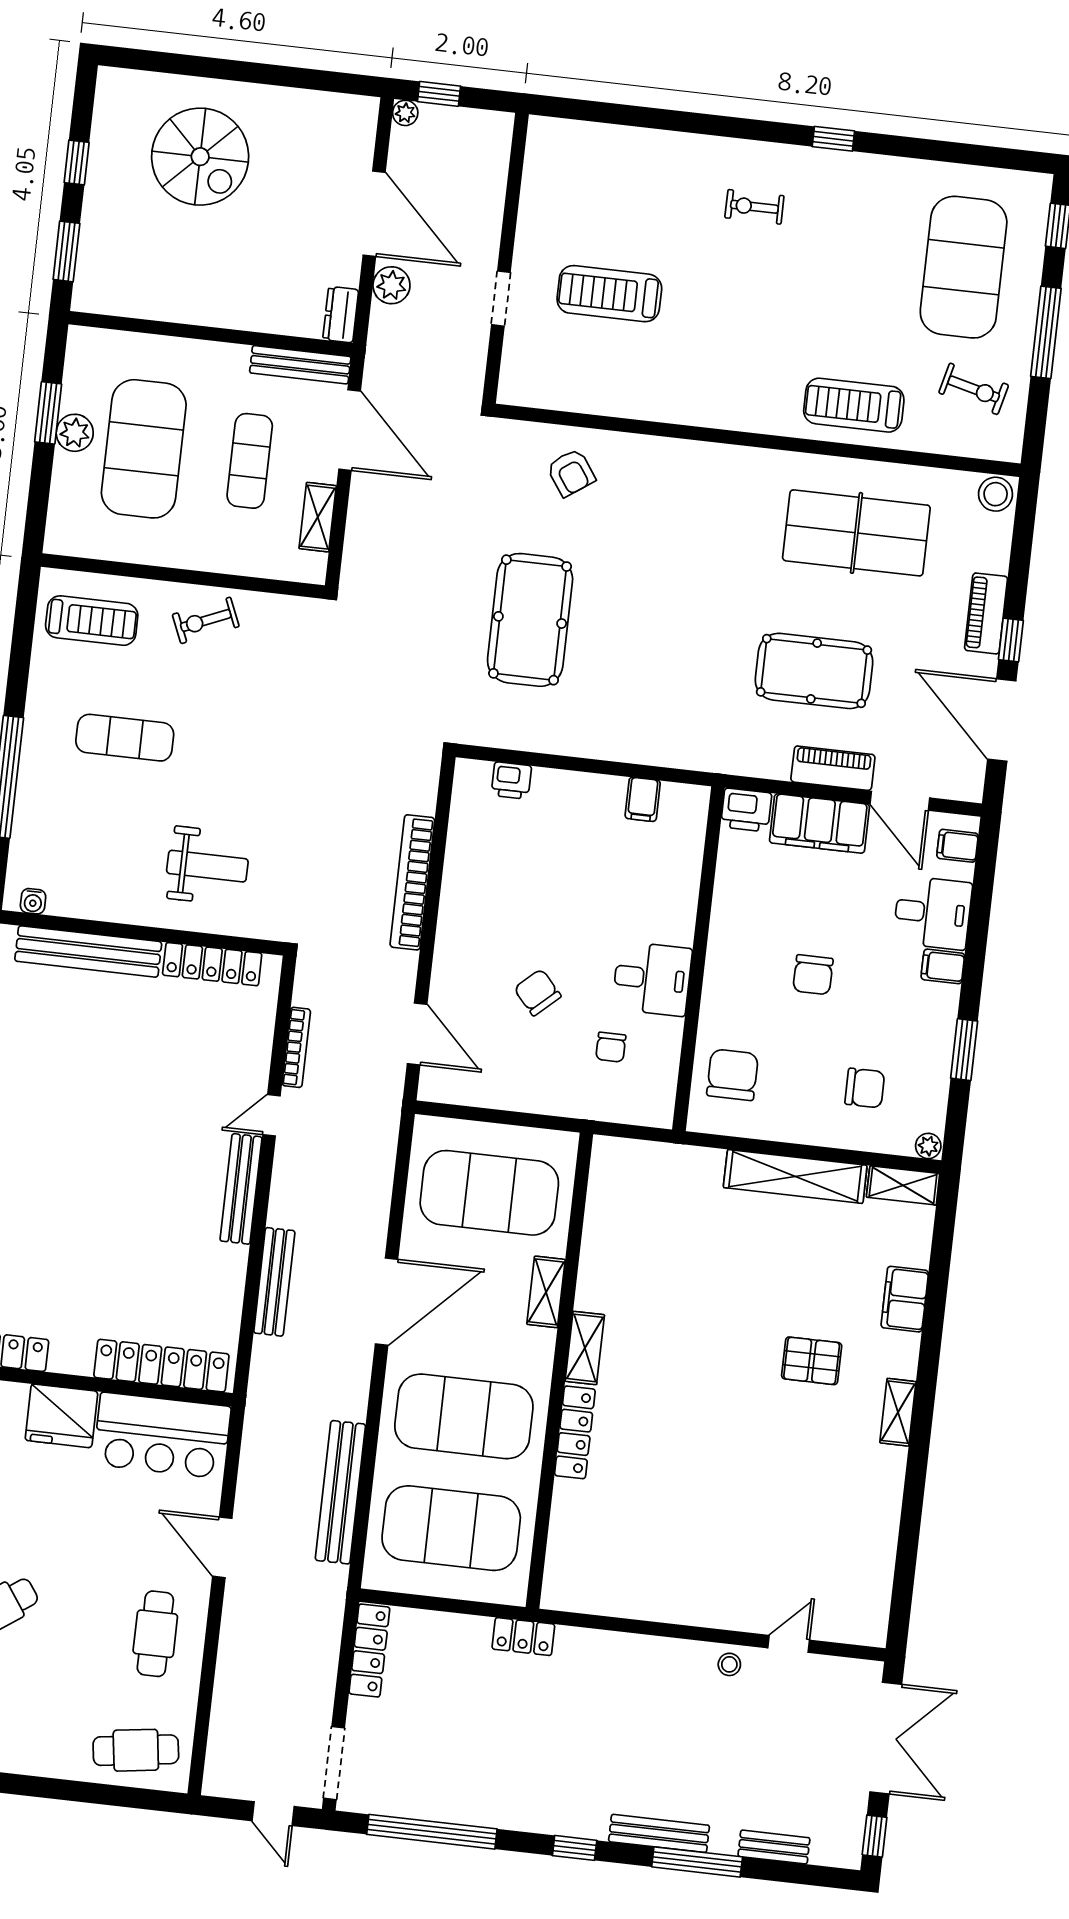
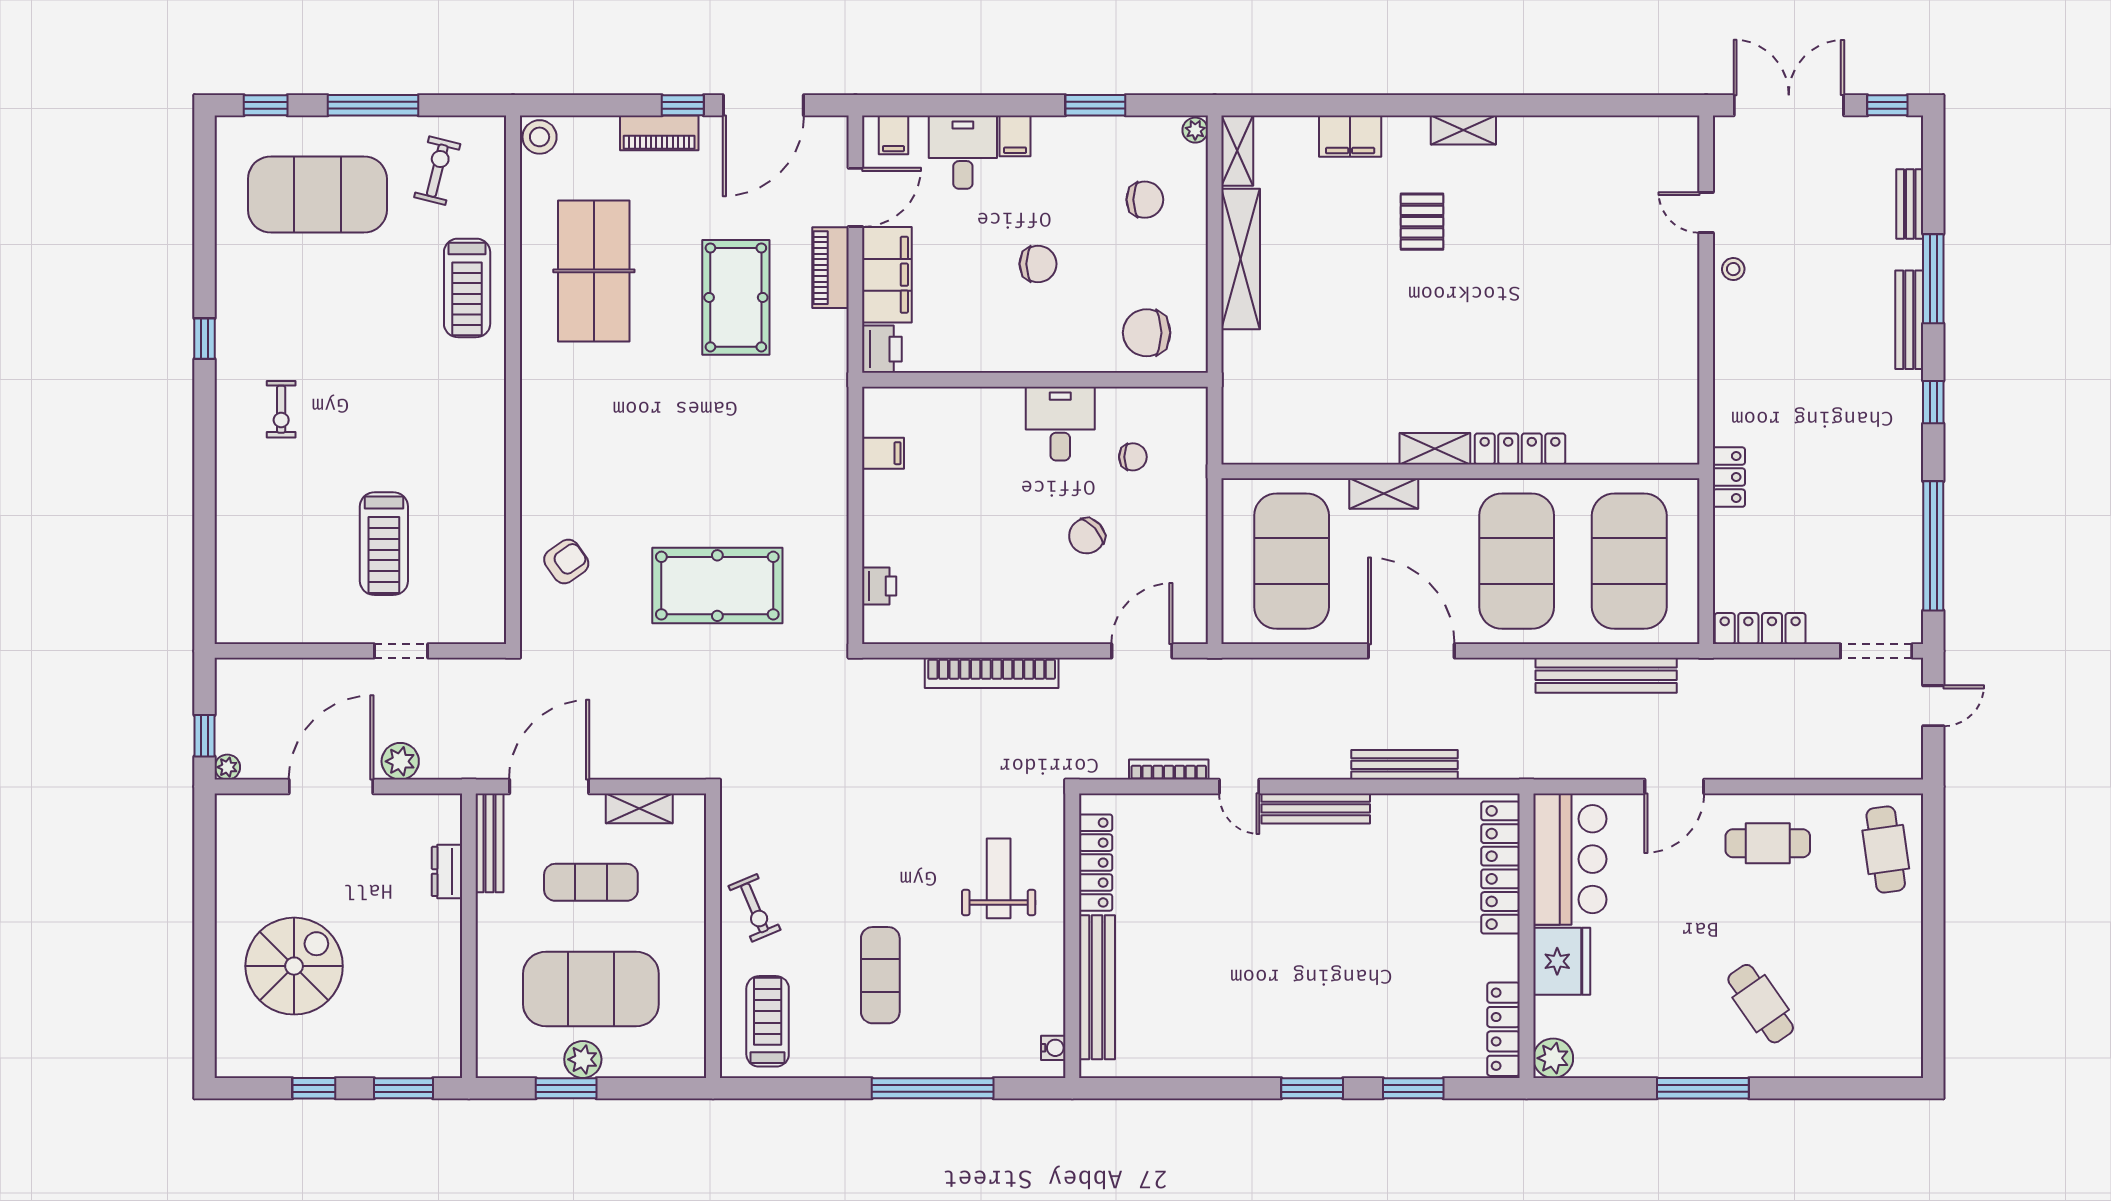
dresser: (341, 315) -> (447, 871), moved, turned 90
chair: (865, 1088) -> (1145, 200), turned 90

